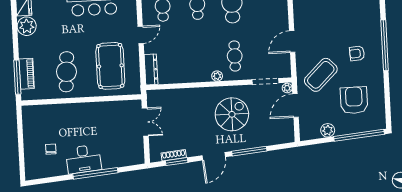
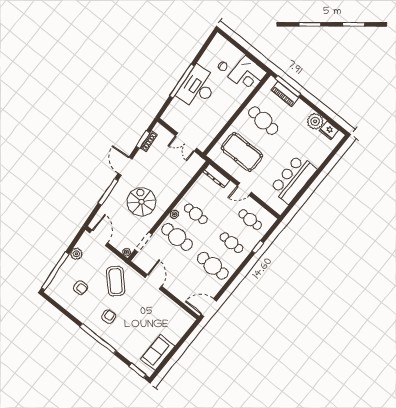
door: (141, 35) -> (244, 189), hinge flipped
cafe table: (235, 56) -> (177, 237), width x1.37, depth x1.35
cafe table: (200, 58) -> (196, 214), added
armchair: (354, 100) -> (81, 288), width x0.53, depth x0.53
door: (295, 105) -> (99, 238), moved
spiral stairs: (232, 114) -> (141, 202), turned 180
corner desk: (39, 121) -> (248, 75), added
desk: (83, 159) -> (198, 88), width x1.36, depth x1.30

